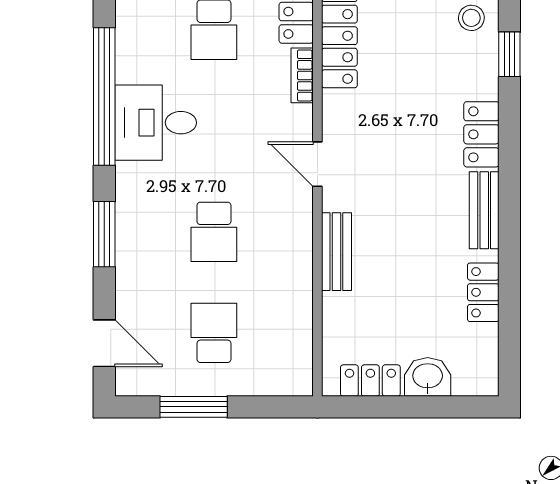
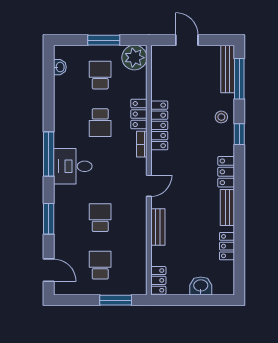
window: (104, 96) -> (49, 154), width x0.68
door: (317, 164) -> (149, 186), swing flipped
school desk: (214, 232) -> (100, 218), turned 180
locker: (370, 381) -> (158, 280), moved, turned 90
window: (194, 407) -> (116, 300), moved

